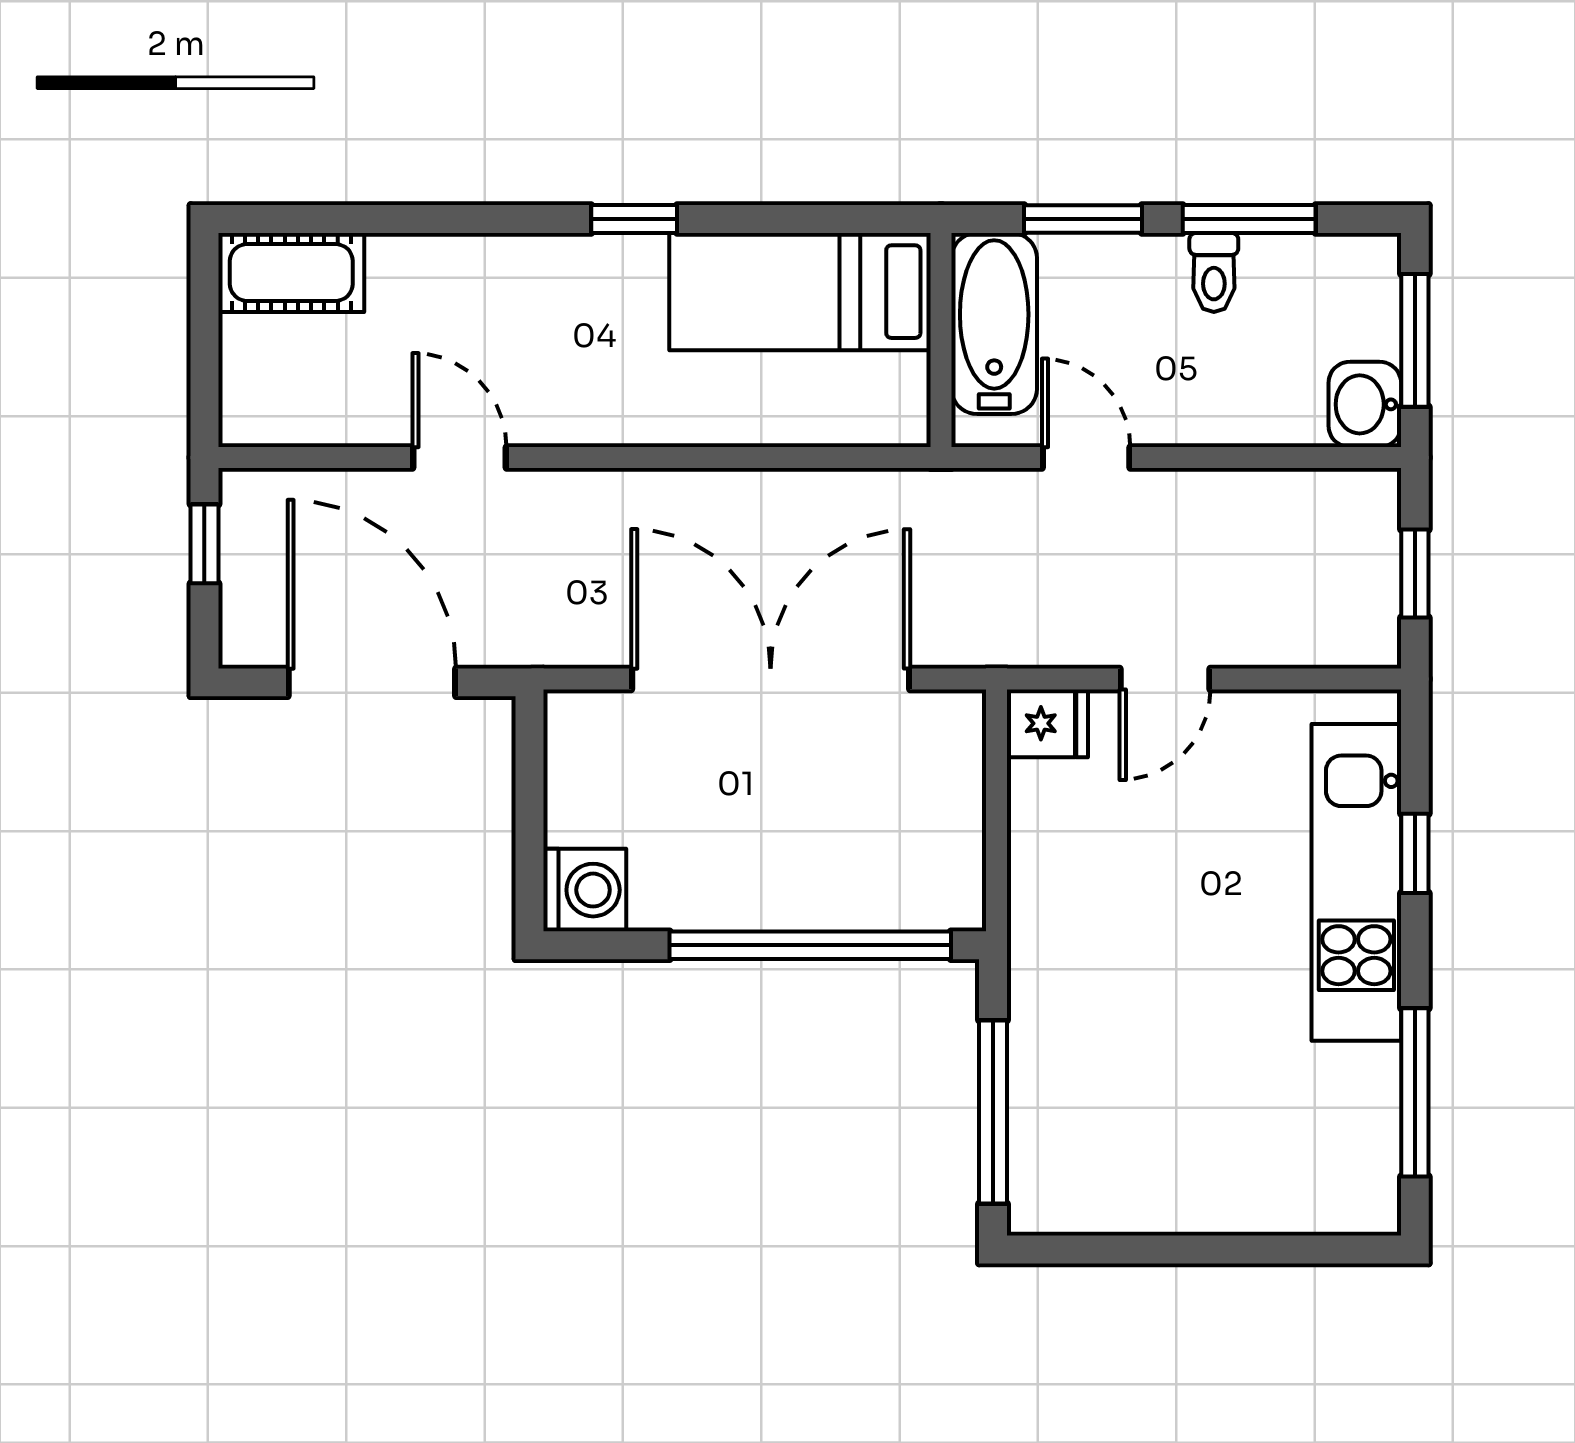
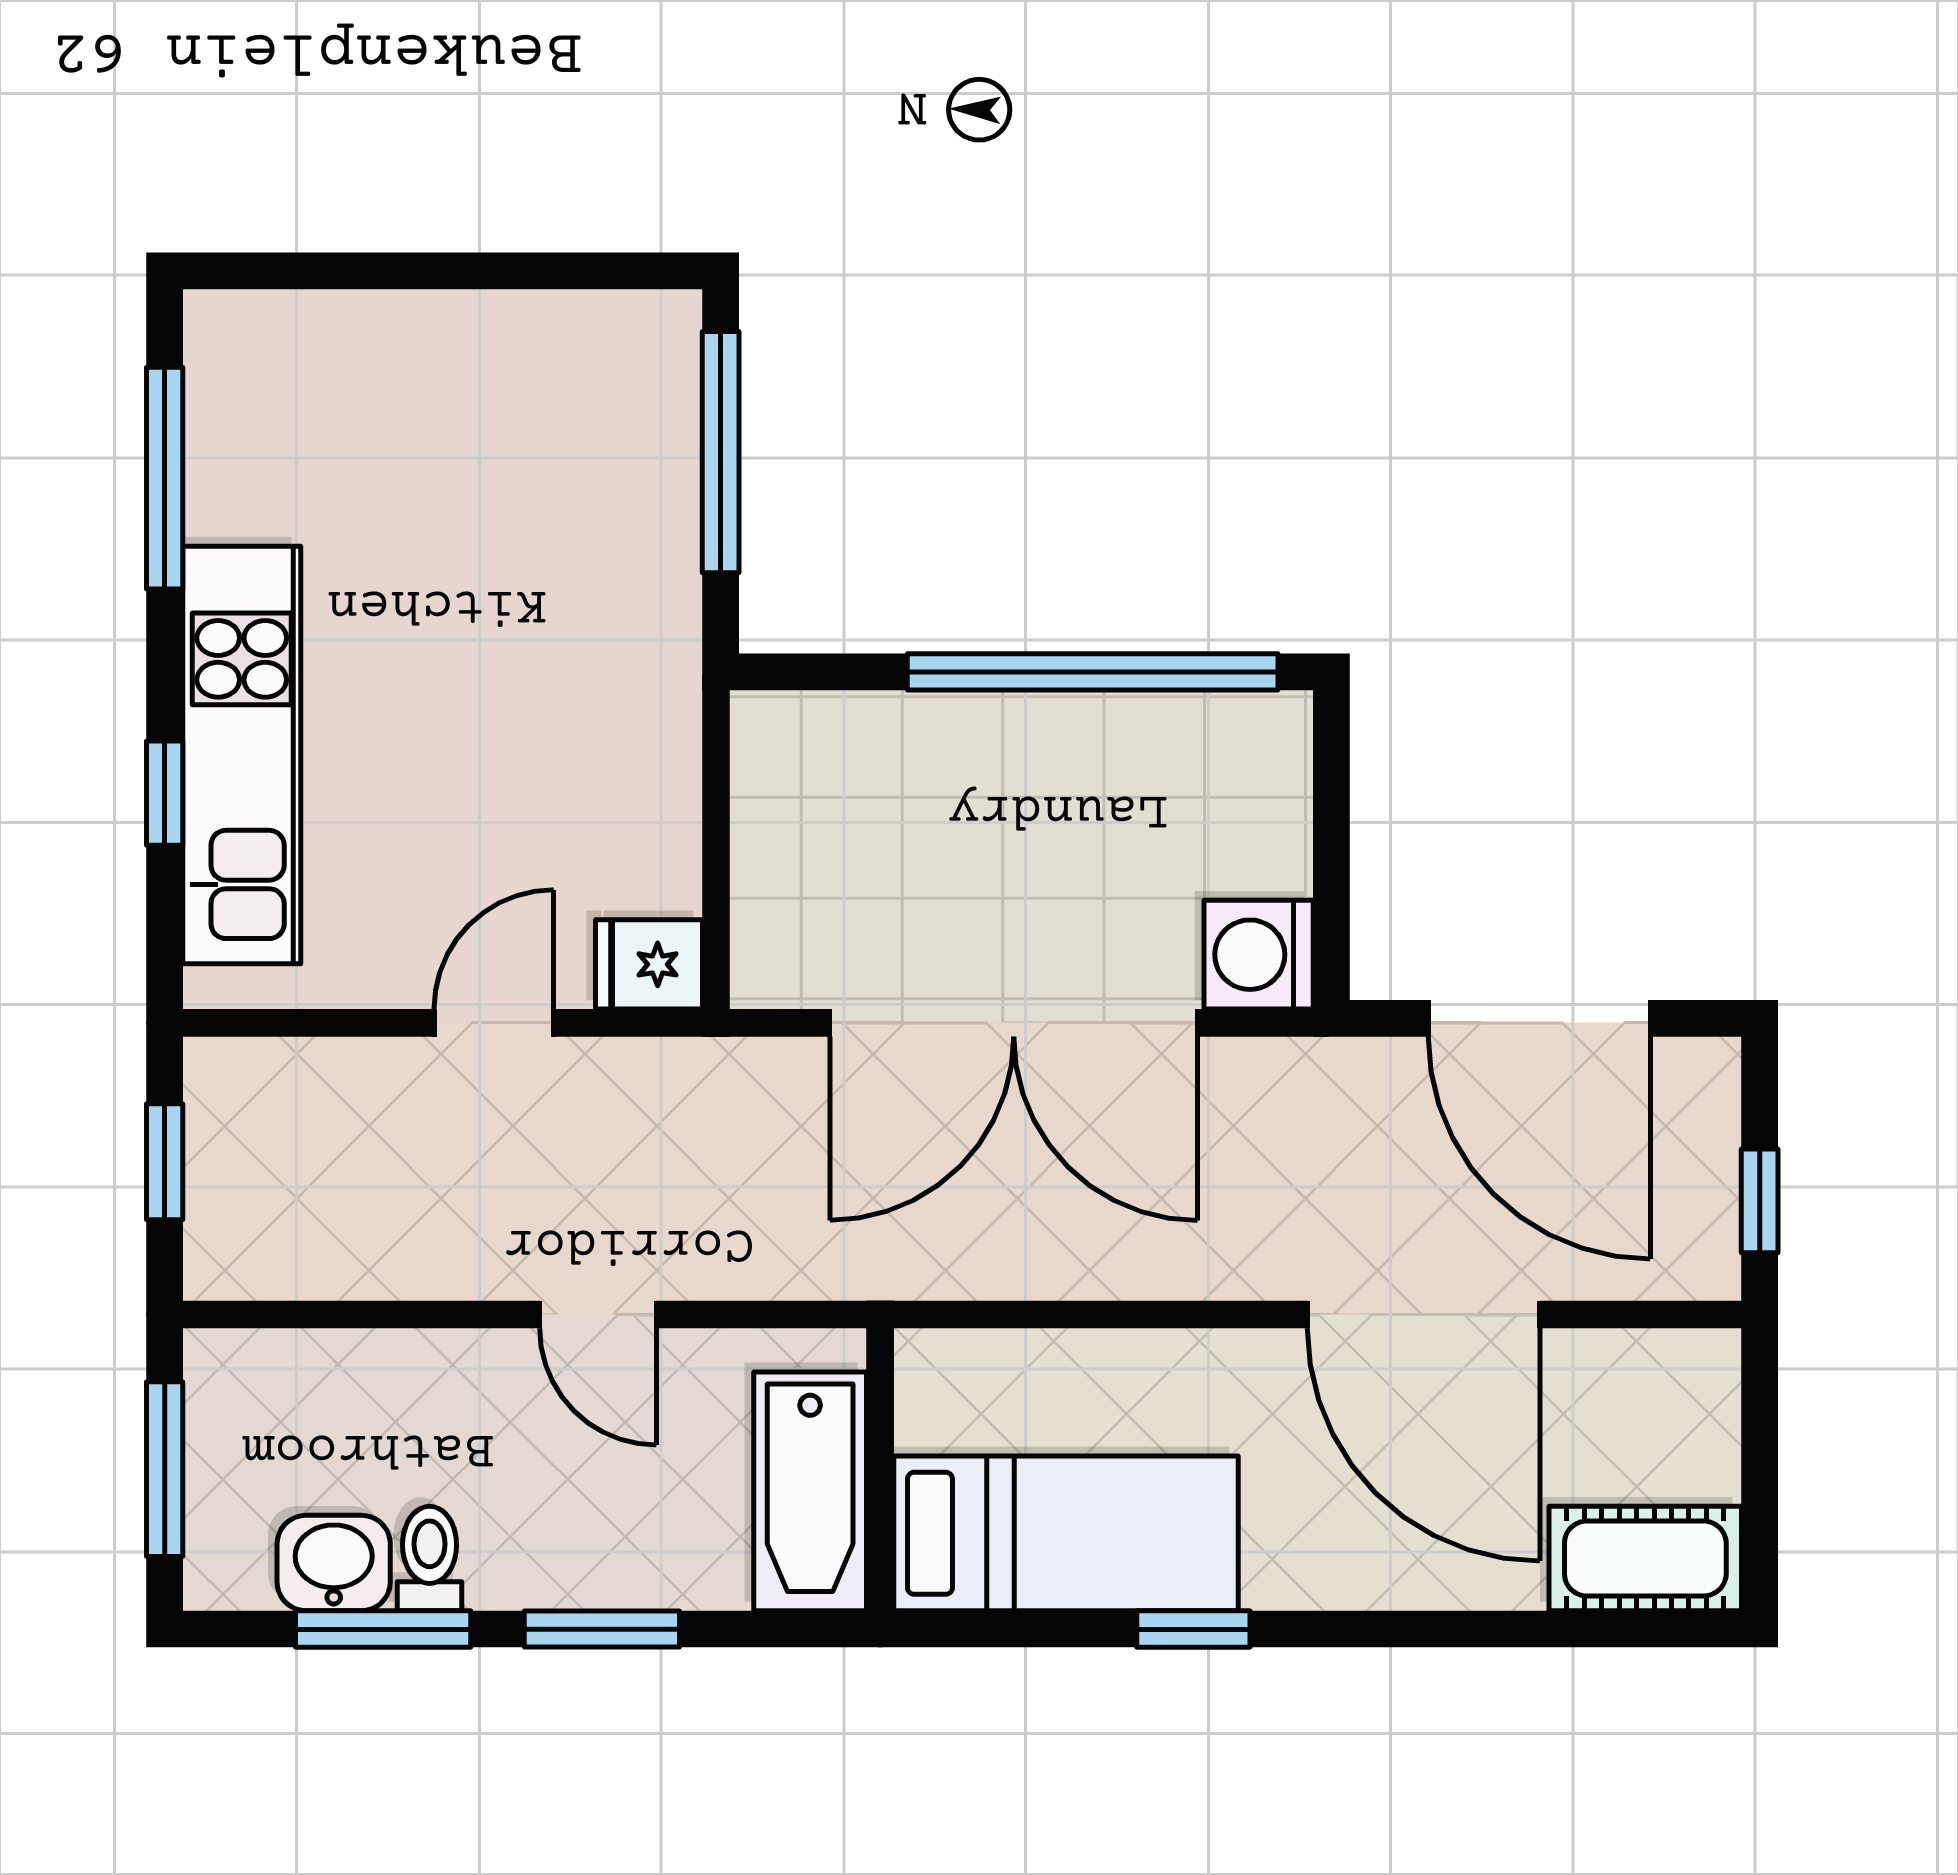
bed: (800, 292) -> (1066, 1533), moved
bathtub: (994, 323) -> (810, 1491), moved
wall: (941, 340) -> (880, 1470), moved
washbasin: (1365, 404) -> (334, 1563), moved, turned -90
door: (459, 458) -> (1424, 1315), width x1.87
washing machine: (585, 890) -> (1259, 955), moved
window: (810, 945) -> (1093, 672), moved

